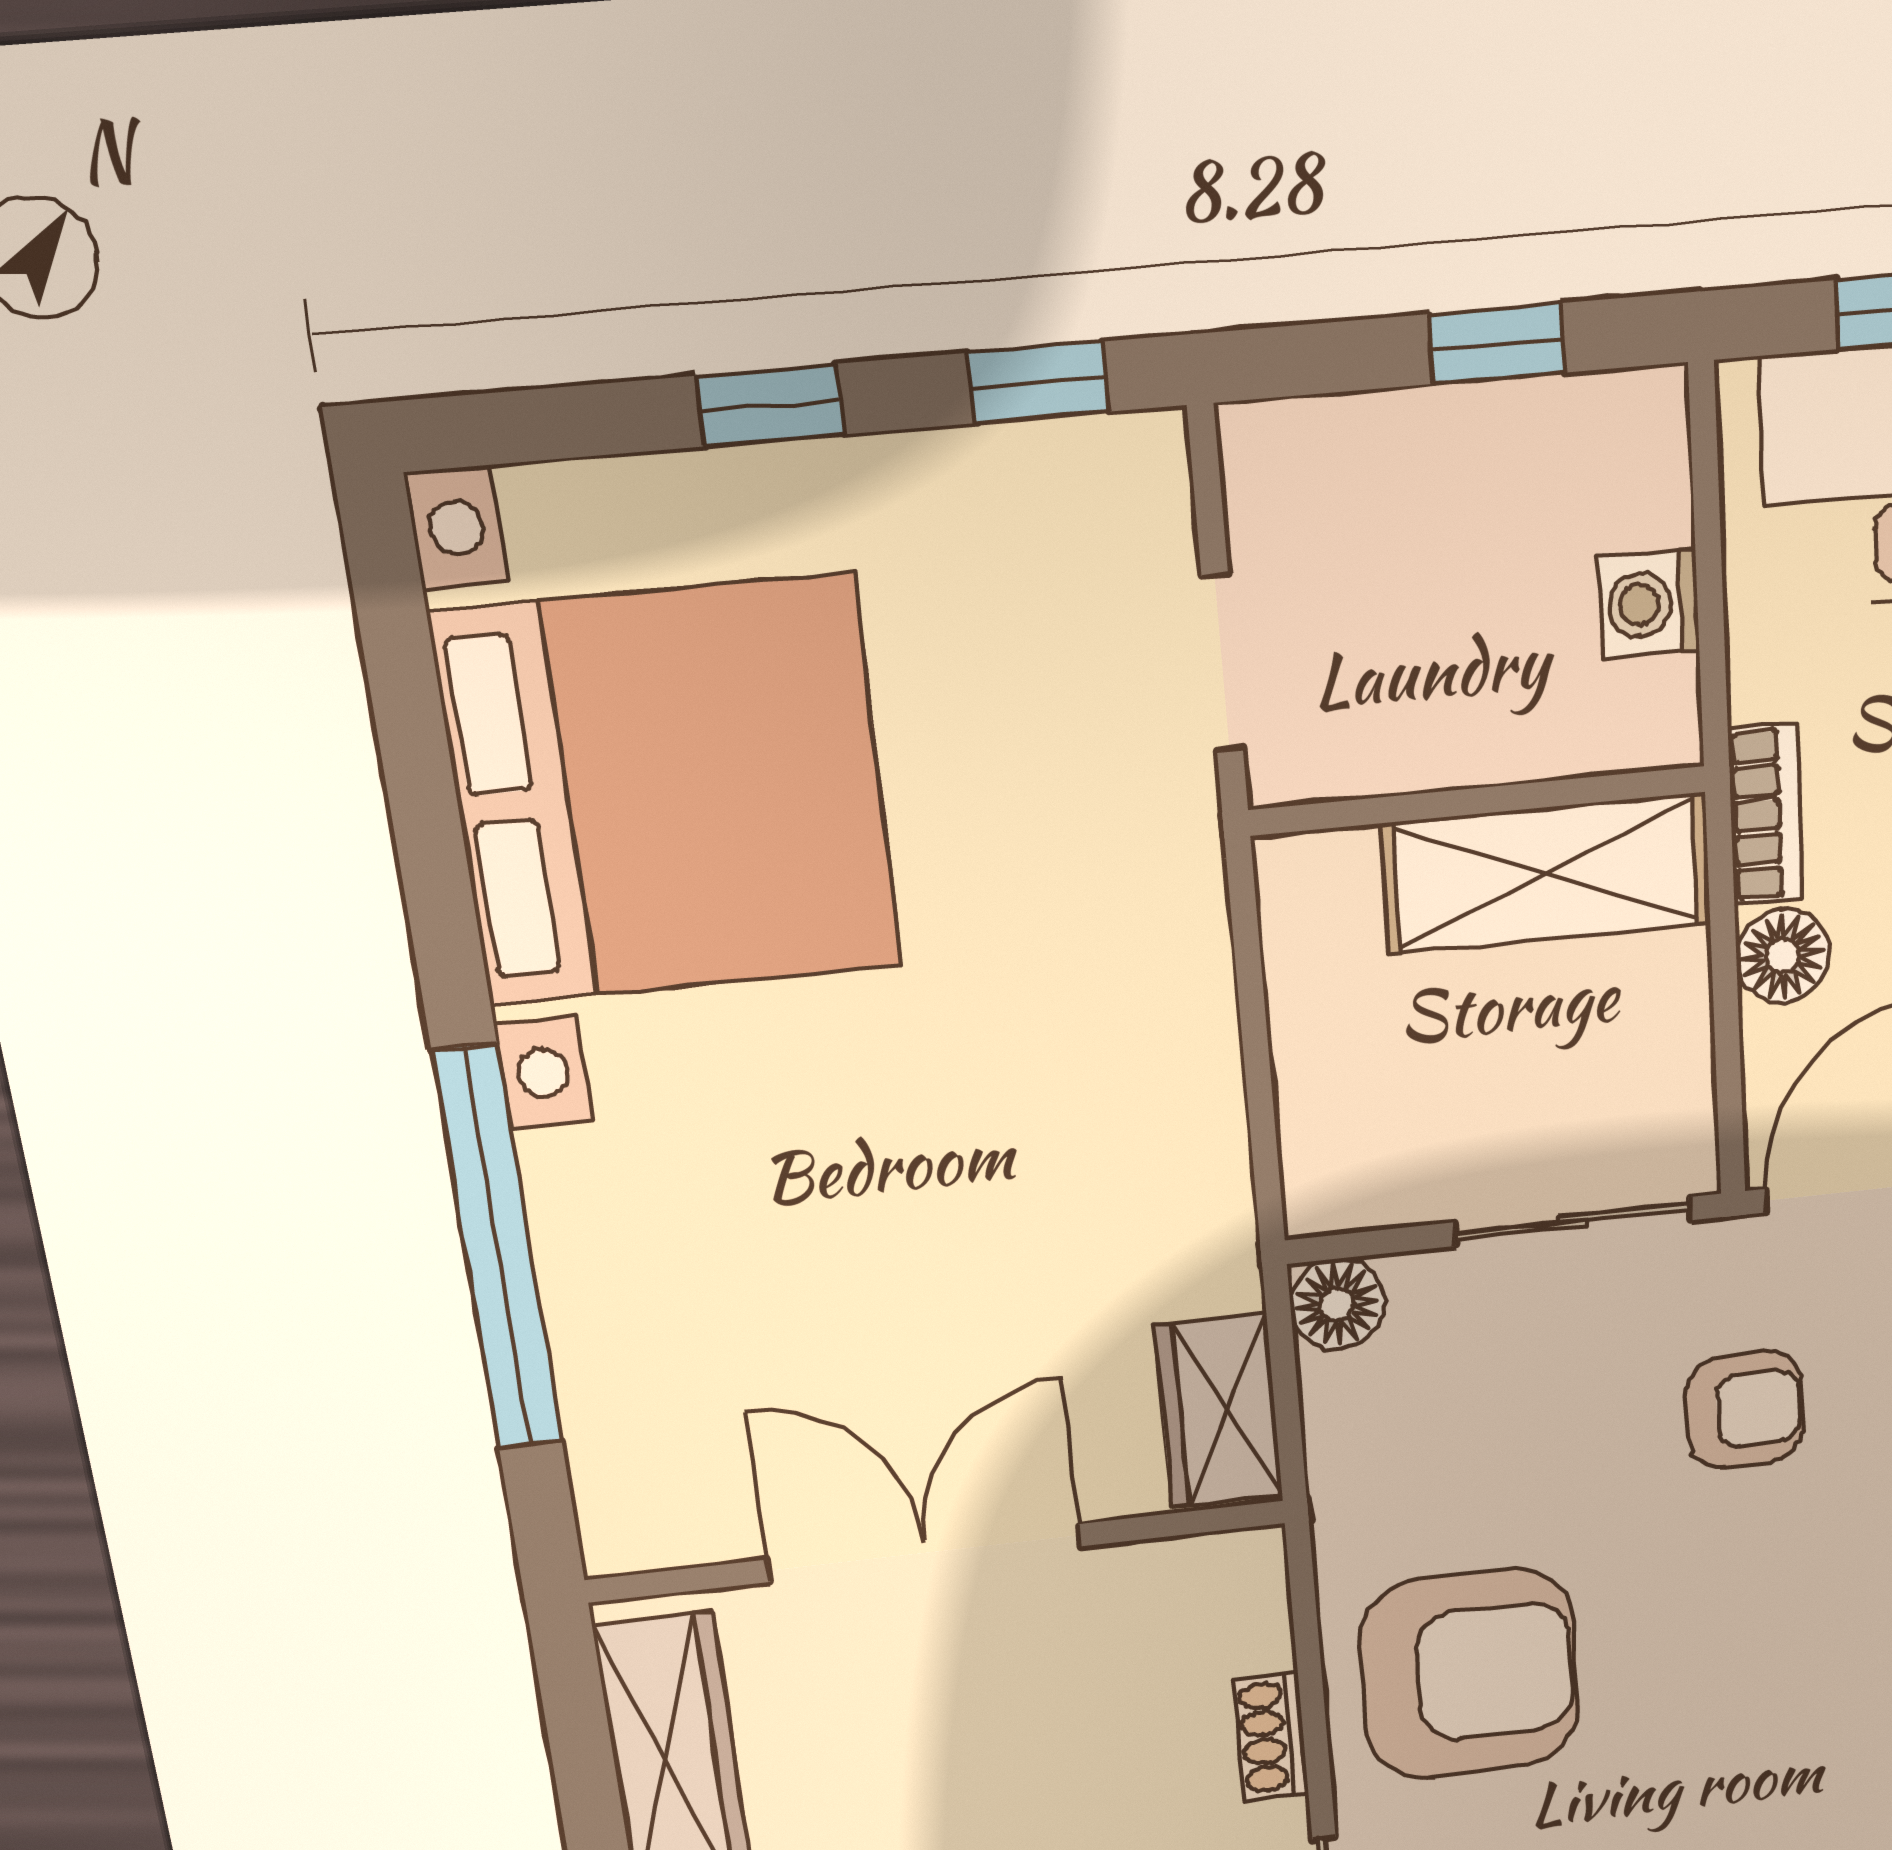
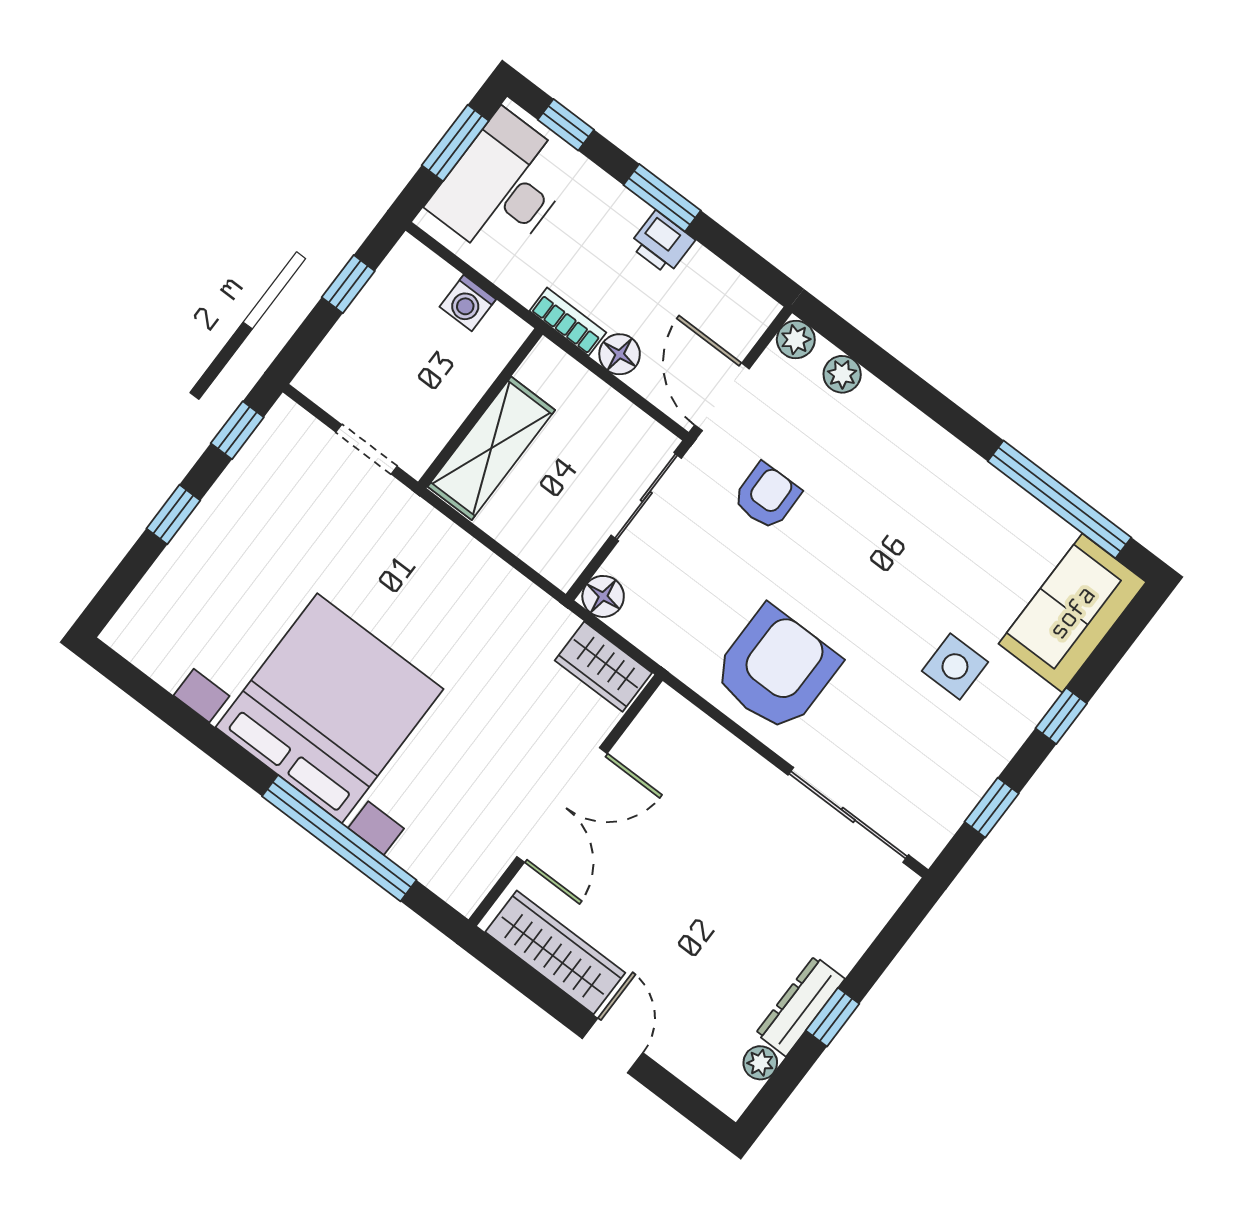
bed with nightstands: (669, 792) -> (330, 708), moved
shelving: (1547, 873) -> (491, 448), moved
double door: (925, 1553) -> (562, 805), swing flipped
shoe rack: (1271, 1737) -> (736, 754), removed

